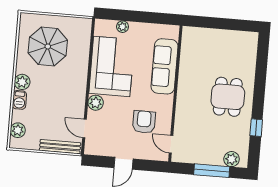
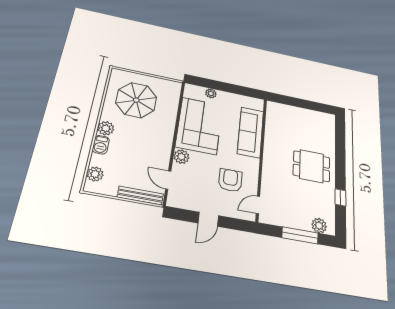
dining table: (228, 97) -> (312, 166), turned 90
door: (171, 144) -> (258, 205), hinge flipped

